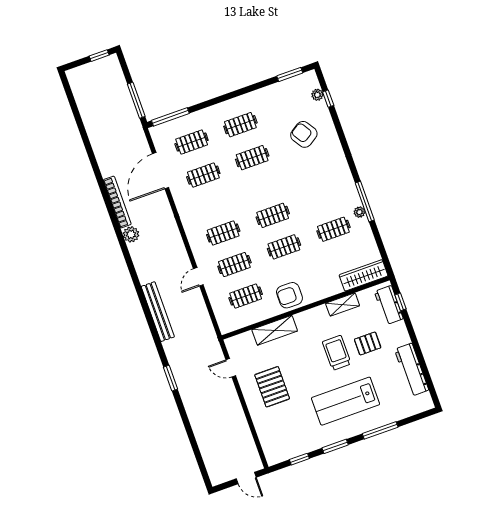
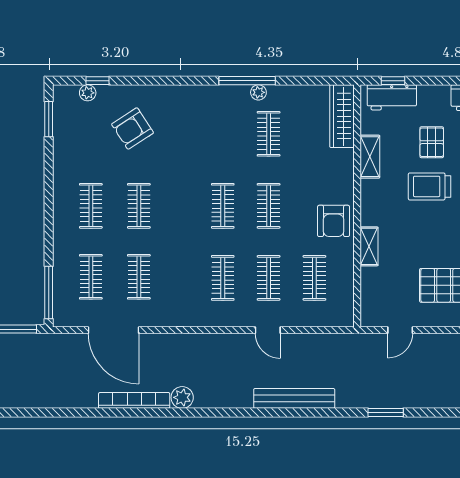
shelving: (275, 330) -> (369, 246), width x0.67, depth x0.75

